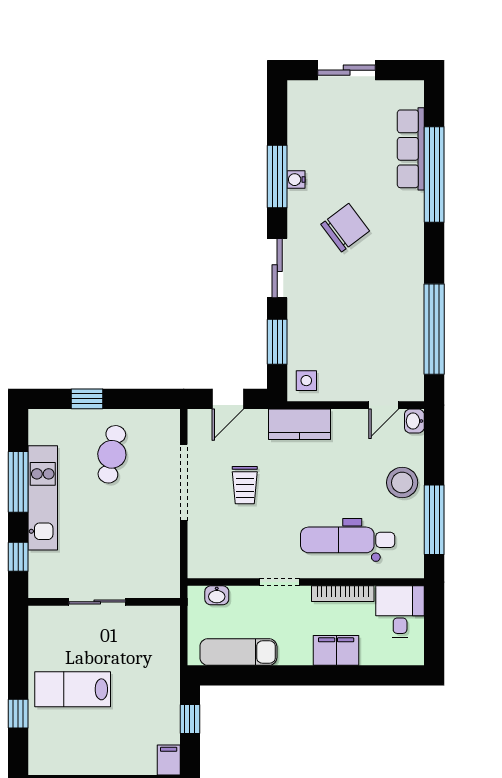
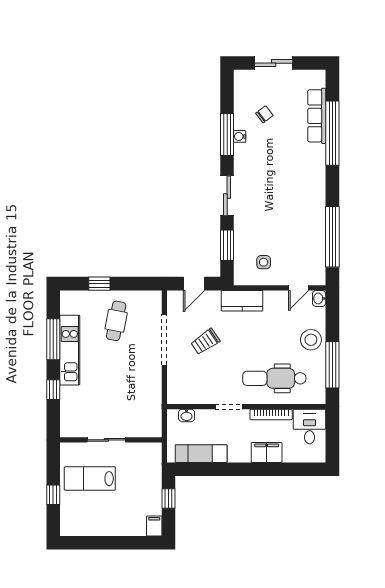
chair: (345, 228) -> (264, 114), moved, width x0.54, depth x0.54
side table: (306, 381) -> (264, 262), moved
trolley: (245, 485) -> (205, 342), turned 56
sliding door: (97, 602) -> (106, 440), moved
wall: (104, 602) -> (111, 440), moved

